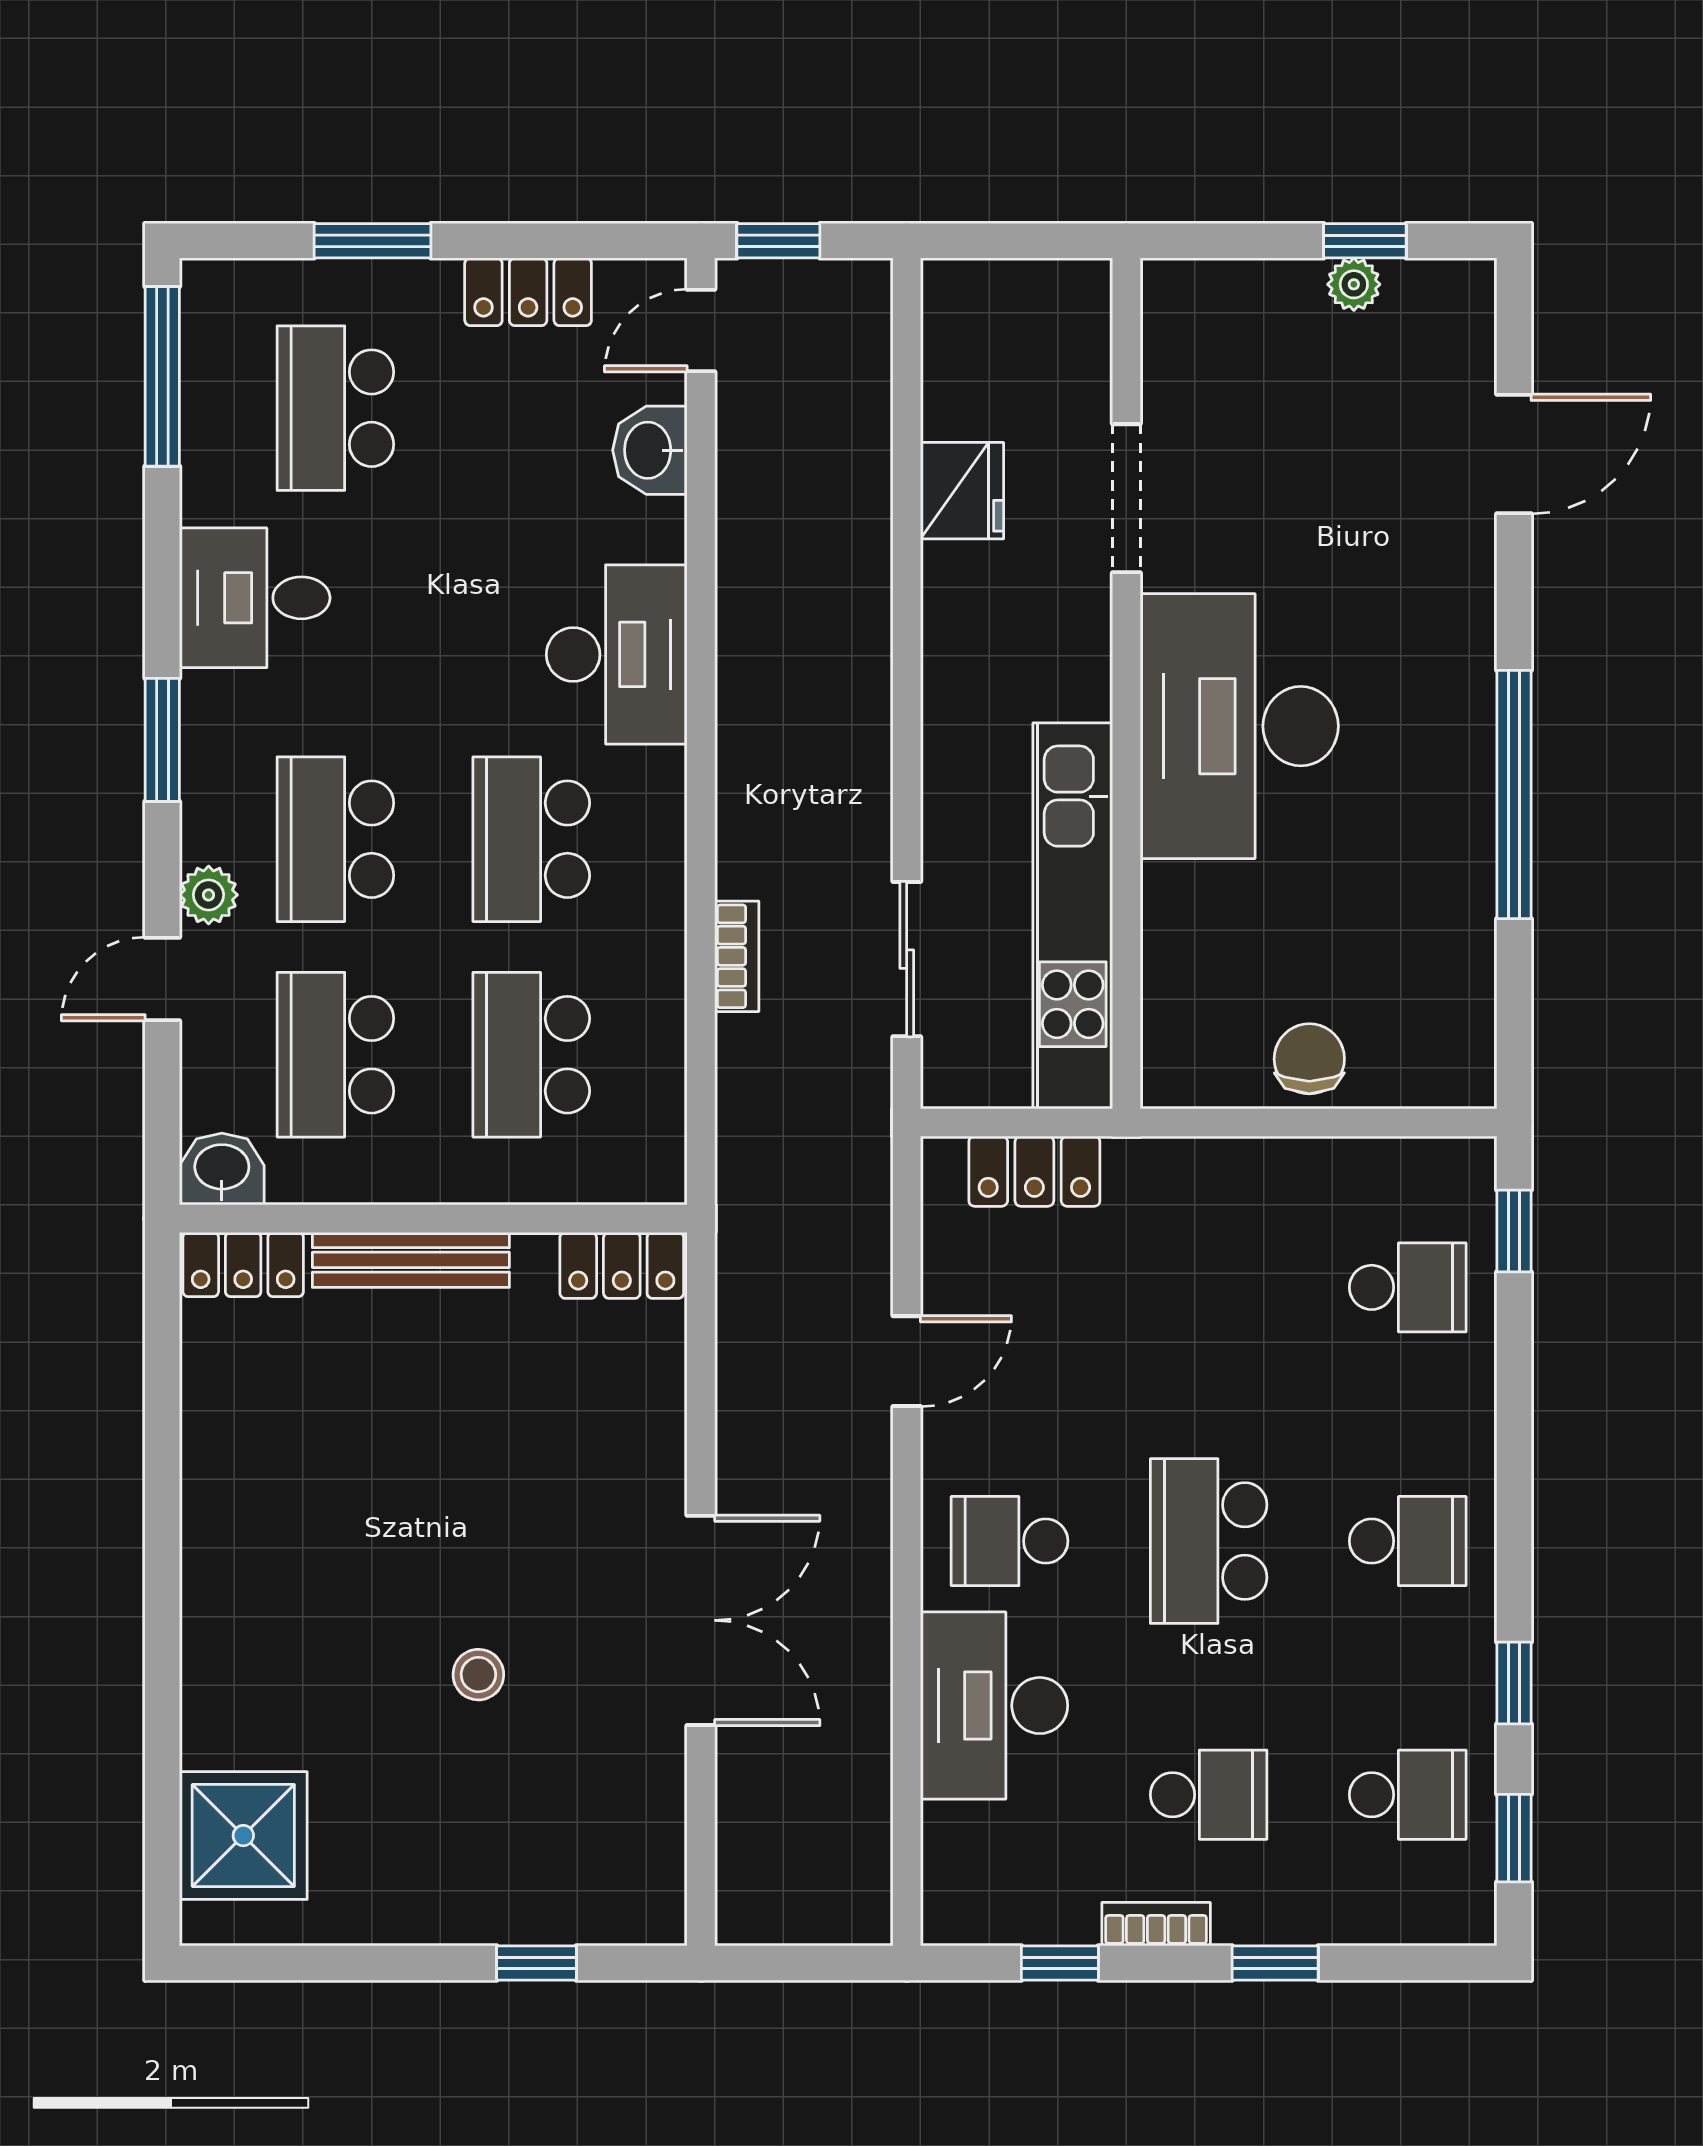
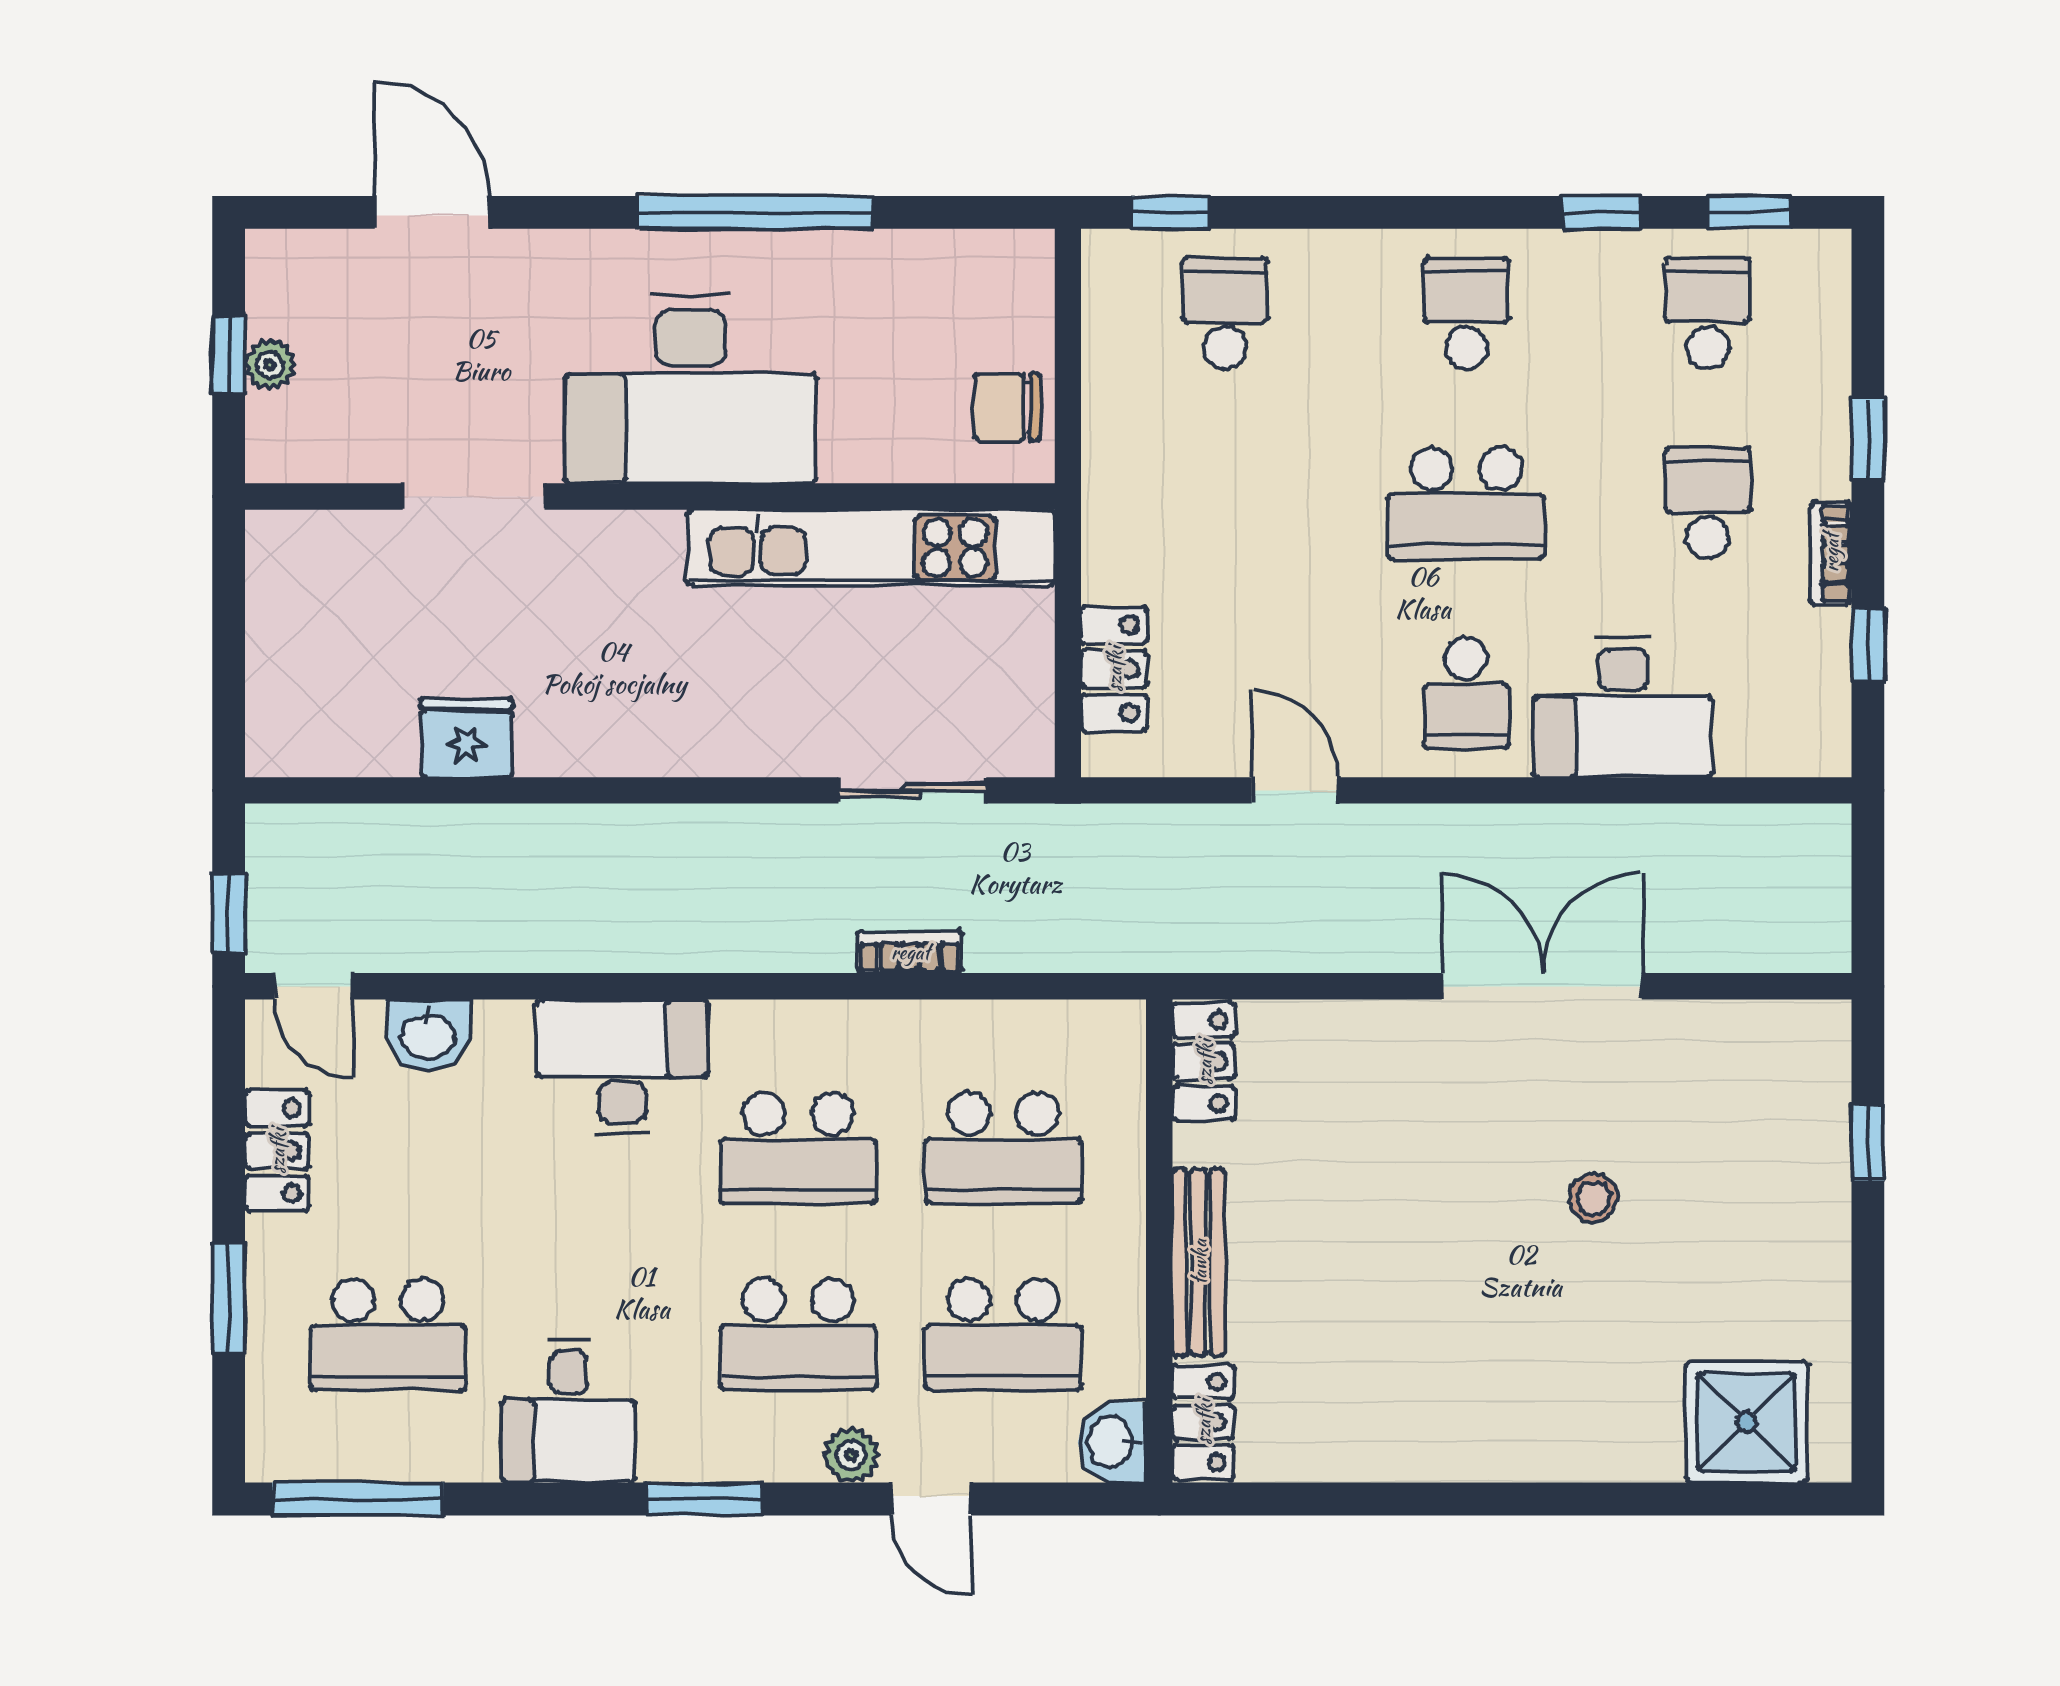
doorway: (1126, 498) -> (474, 496), moved
wall: (1126, 683) -> (650, 496), moved
desk: (1239, 726) -> (691, 389), moved
kitchen unit: (1073, 916) -> (871, 547), moved

